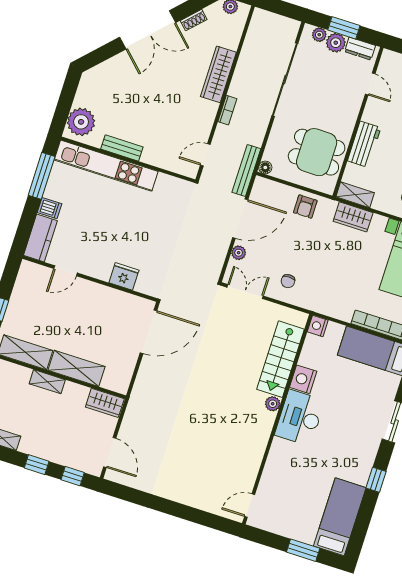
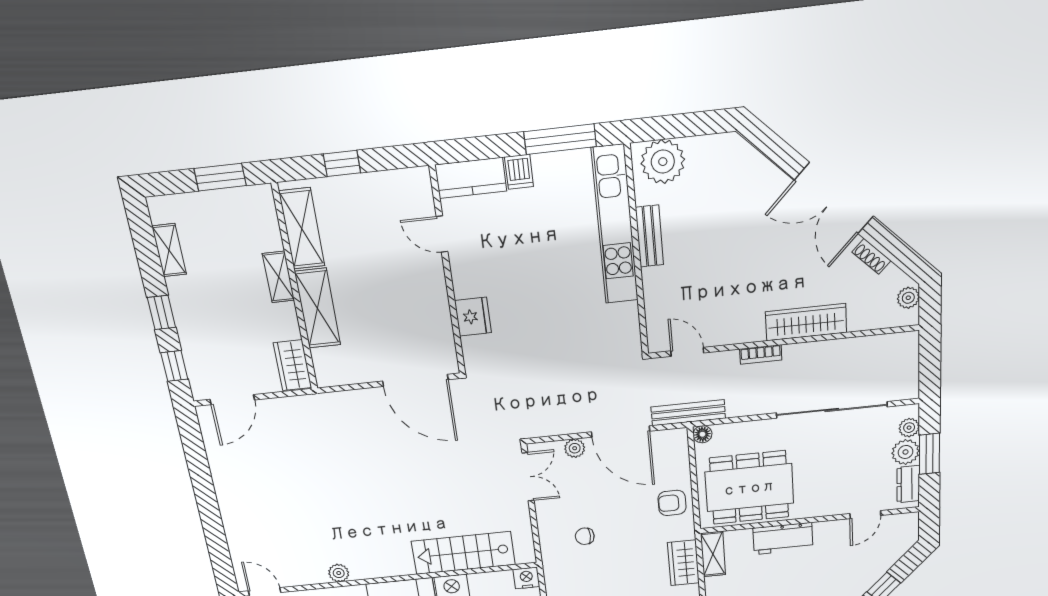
dining table: (317, 152) -> (749, 488), width x1.38
chair: (288, 281) -> (585, 536), moved
plant: (273, 404) -> (339, 573), moved

